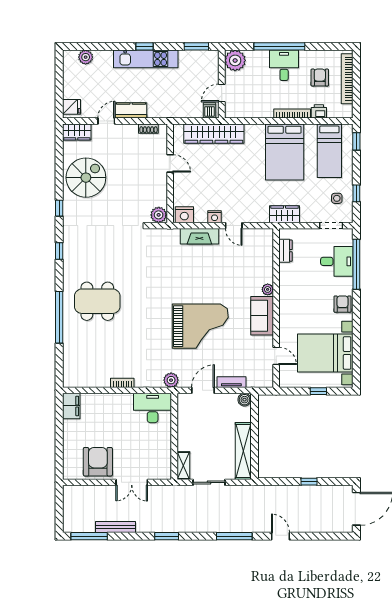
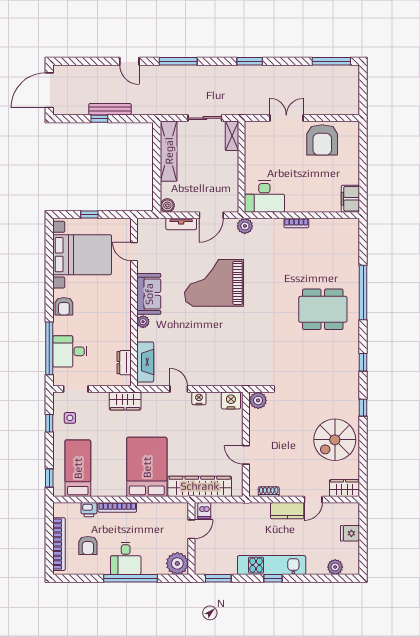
fridge: (72, 107) -> (350, 533), moved
bed: (285, 152) -> (147, 467), moved
fireplace: (199, 236) -> (145, 362), moved, turned 90
bench: (116, 527) -> (110, 109), moved

